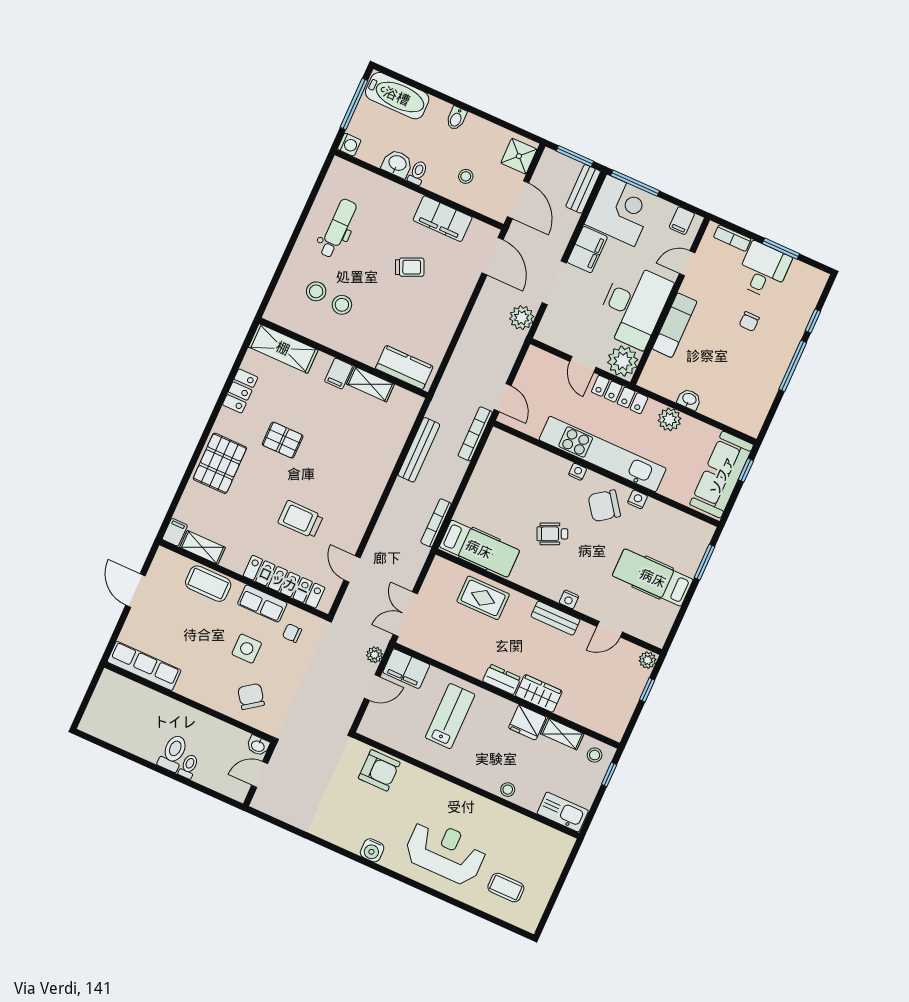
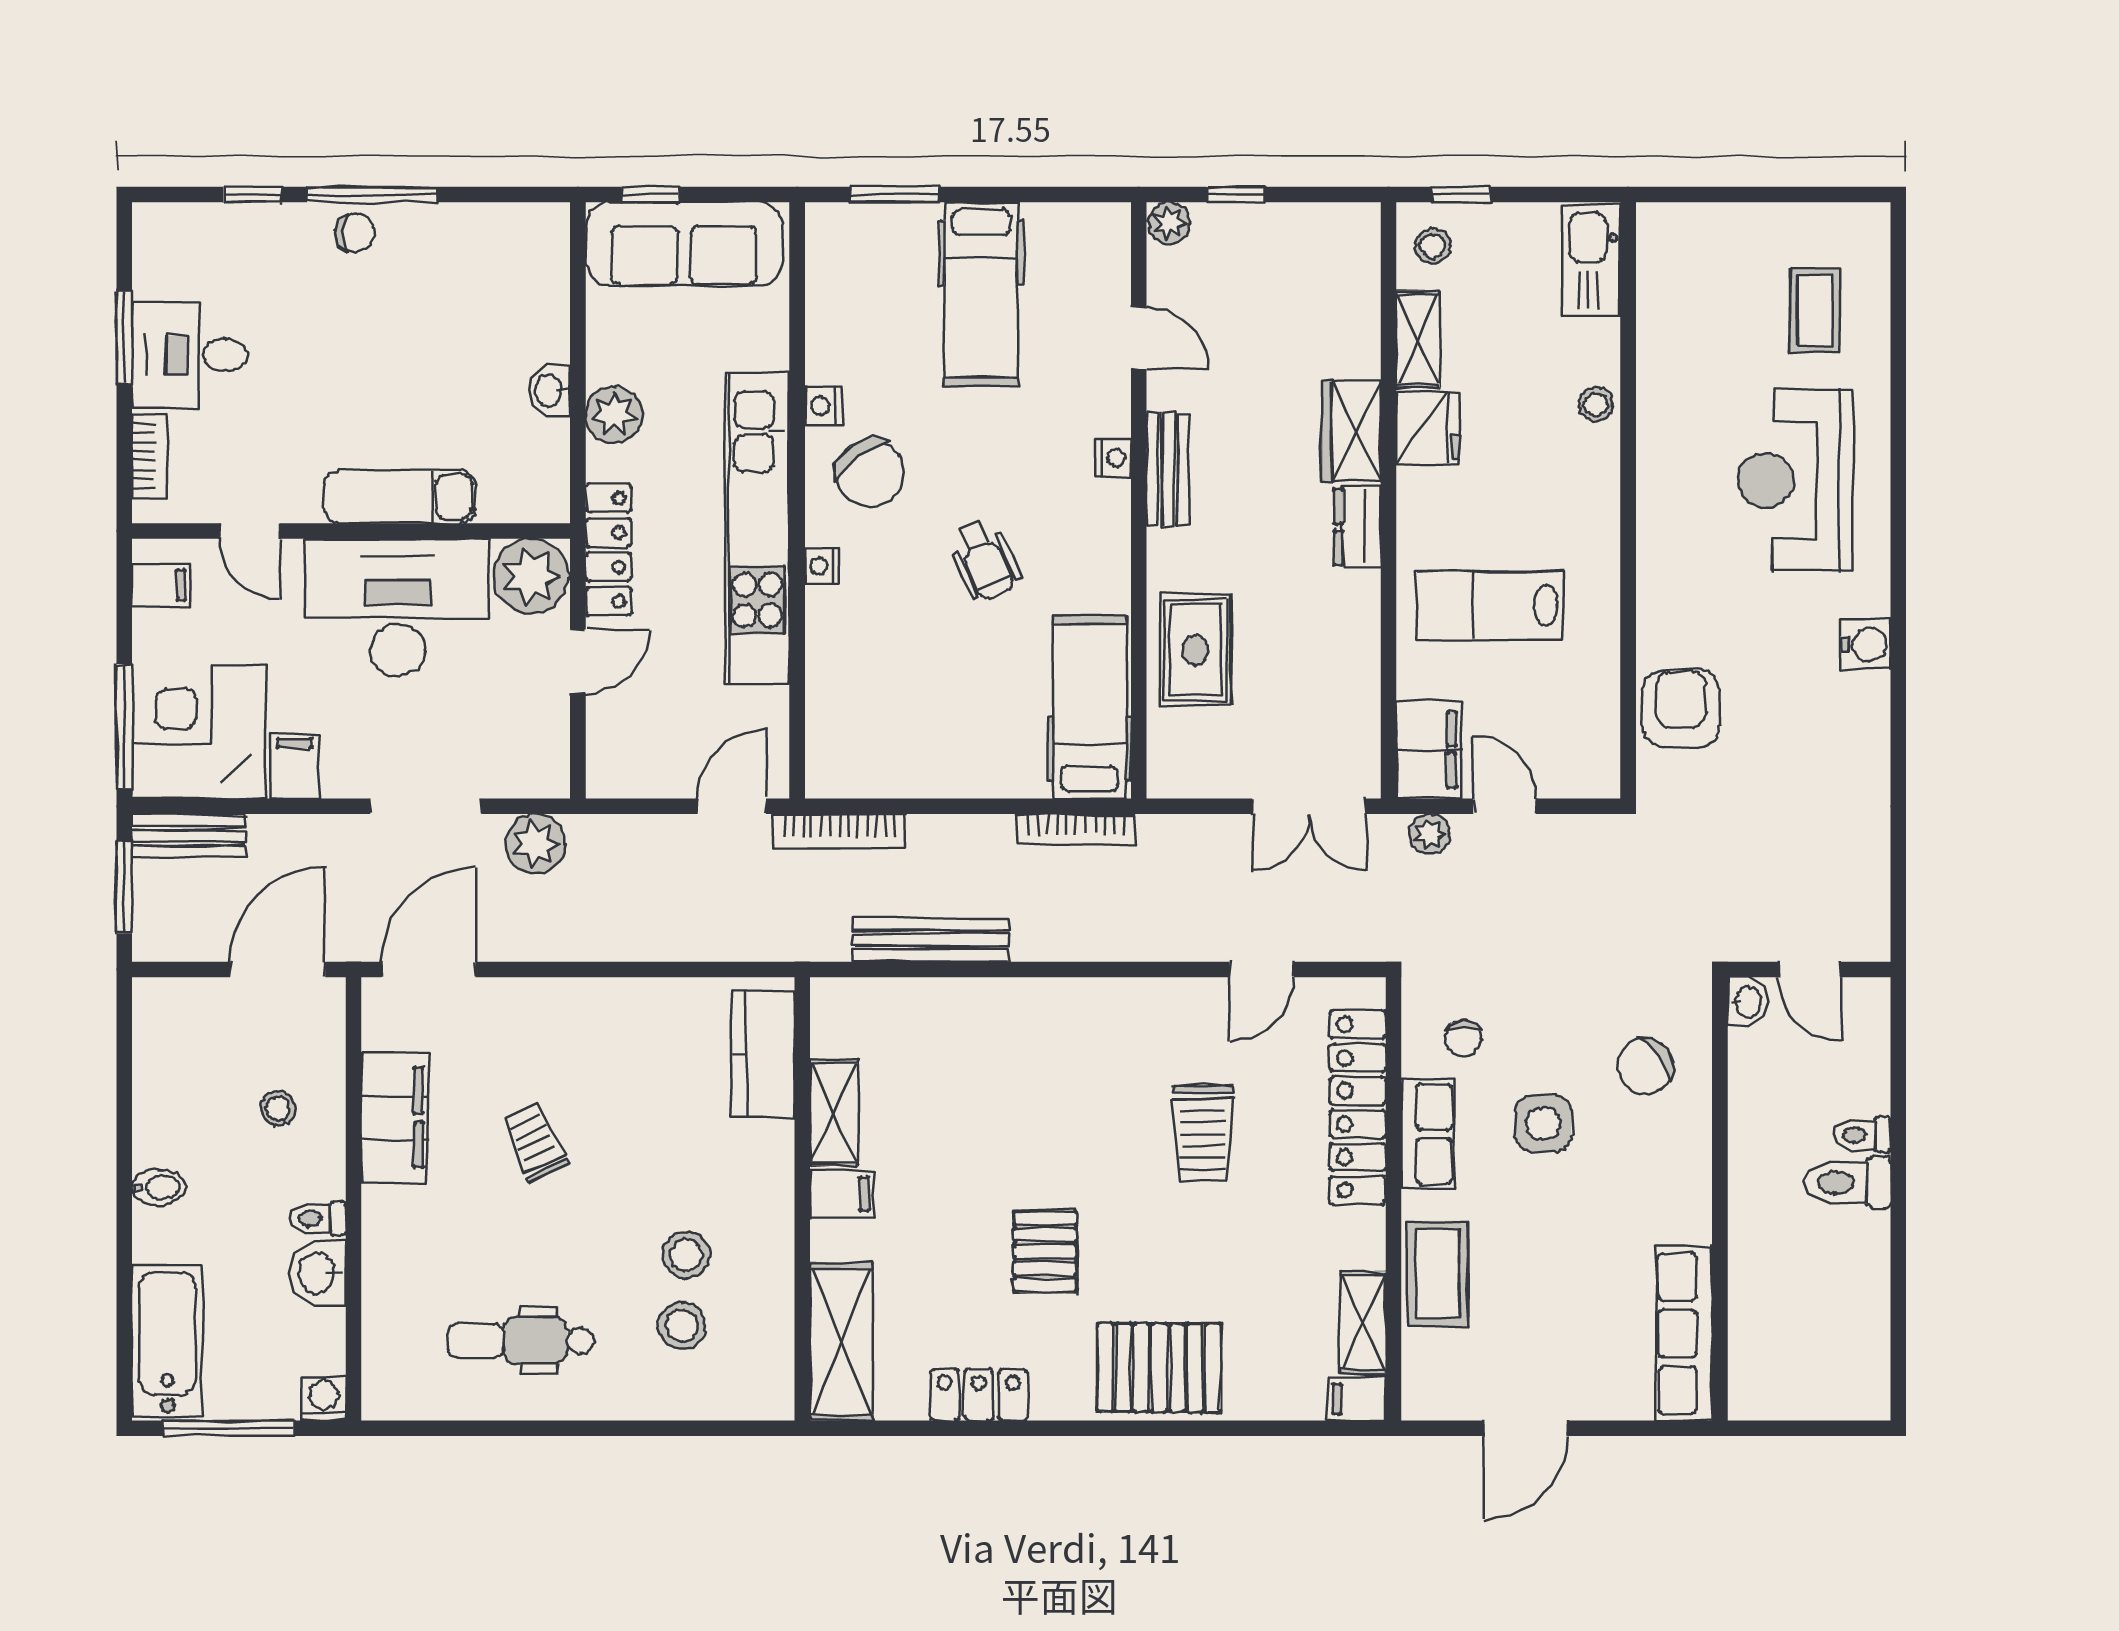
shower: (519, 156) -> (180, 1011), removed
filing cabinet: (587, 250) -> (295, 766), width x0.50
chair: (749, 321) -> (355, 233), moved

